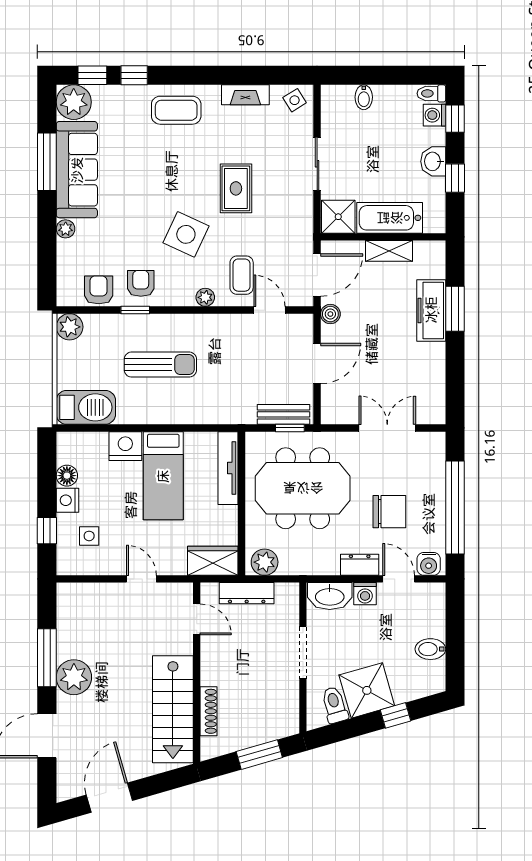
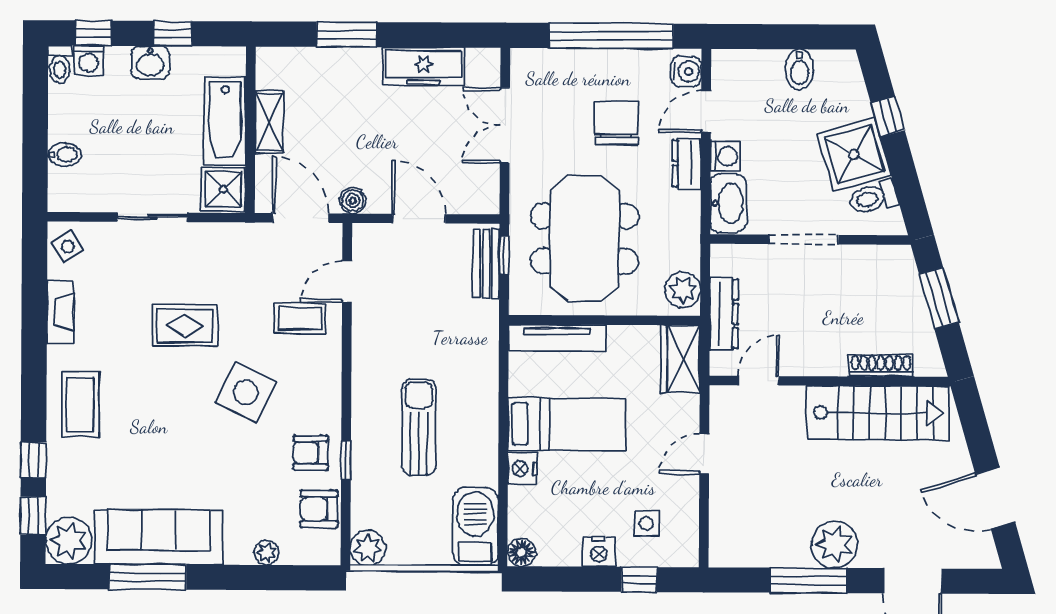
plant: (66, 229) -> (266, 553), moved
plant: (205, 297) -> (330, 367), removed
freezer: (431, 310) -> (423, 67), moved
nightstand: (125, 446) -> (522, 469), width x0.74, depth x0.75
floor lamp: (67, 476) -> (521, 552), moved

